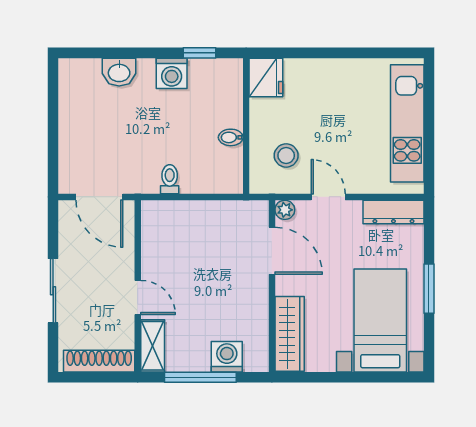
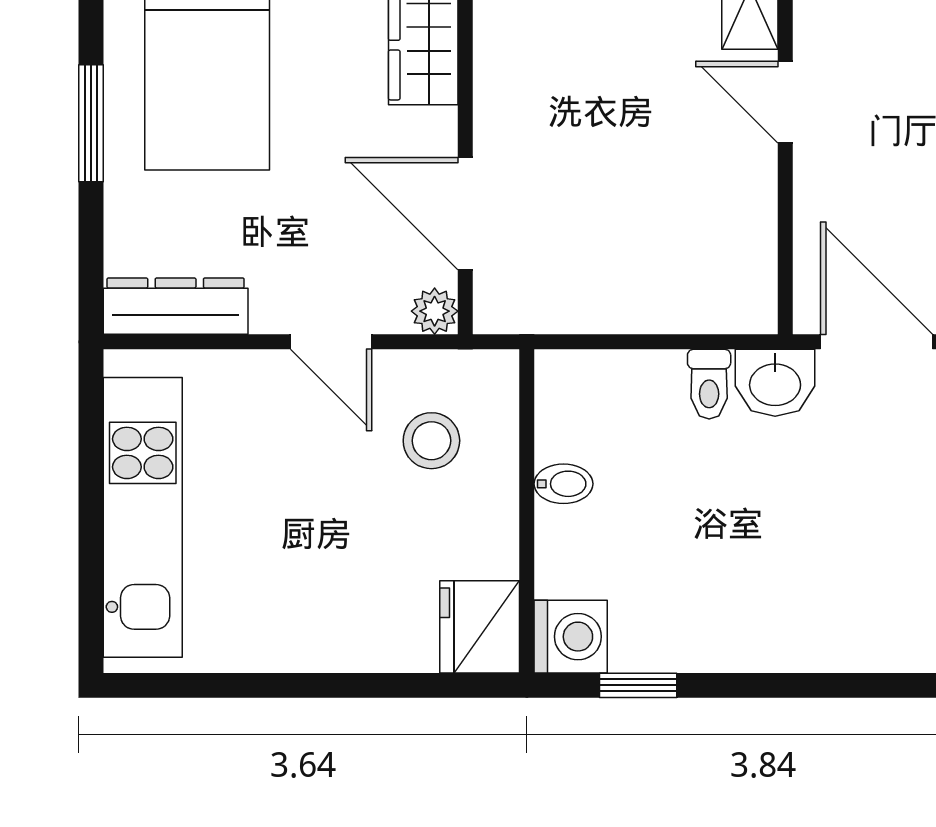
washbasin: (119, 72) -> (775, 383), moved, turned 180
washing machine: (172, 73) -> (571, 637), moved, turned 90

